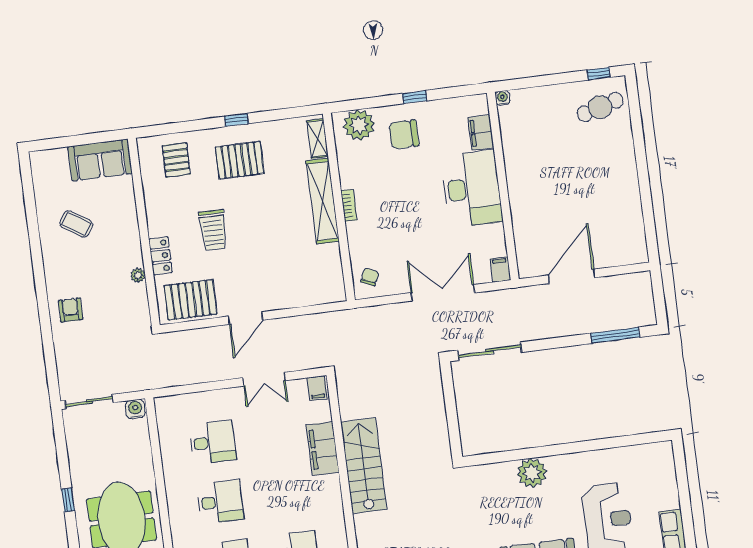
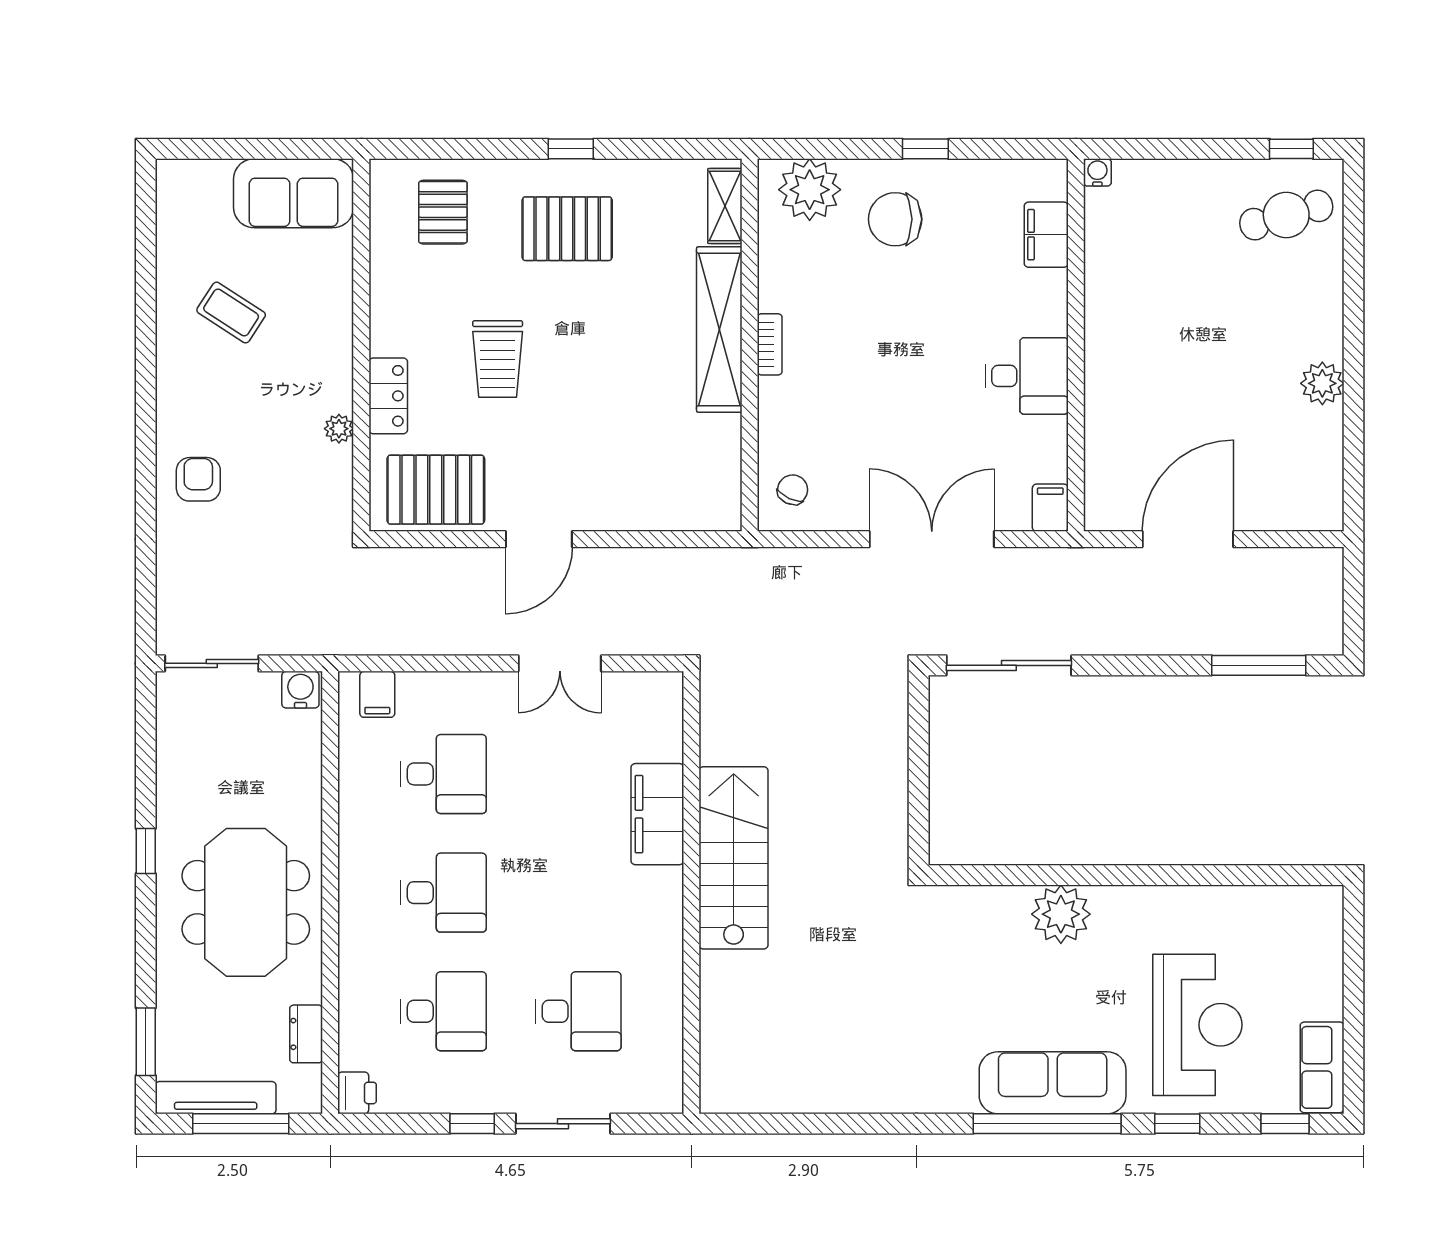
desk: (472, 189) -> (1027, 376), width x0.53, depth x0.77
plant: (629, 189) -> (1322, 383), added
filing cabinet: (317, 388) -> (377, 694), moved

